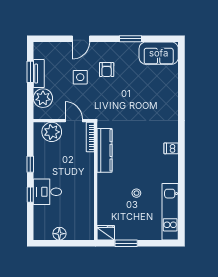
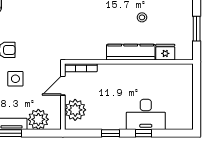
kitchen counter: (105, 150) -> (131, 52), moved
desk: (47, 192) -> (146, 114), width x1.37
fridge: (106, 233) -> (165, 52), moved, turned 90
floor lamp: (59, 234) -> (186, 101), removed

